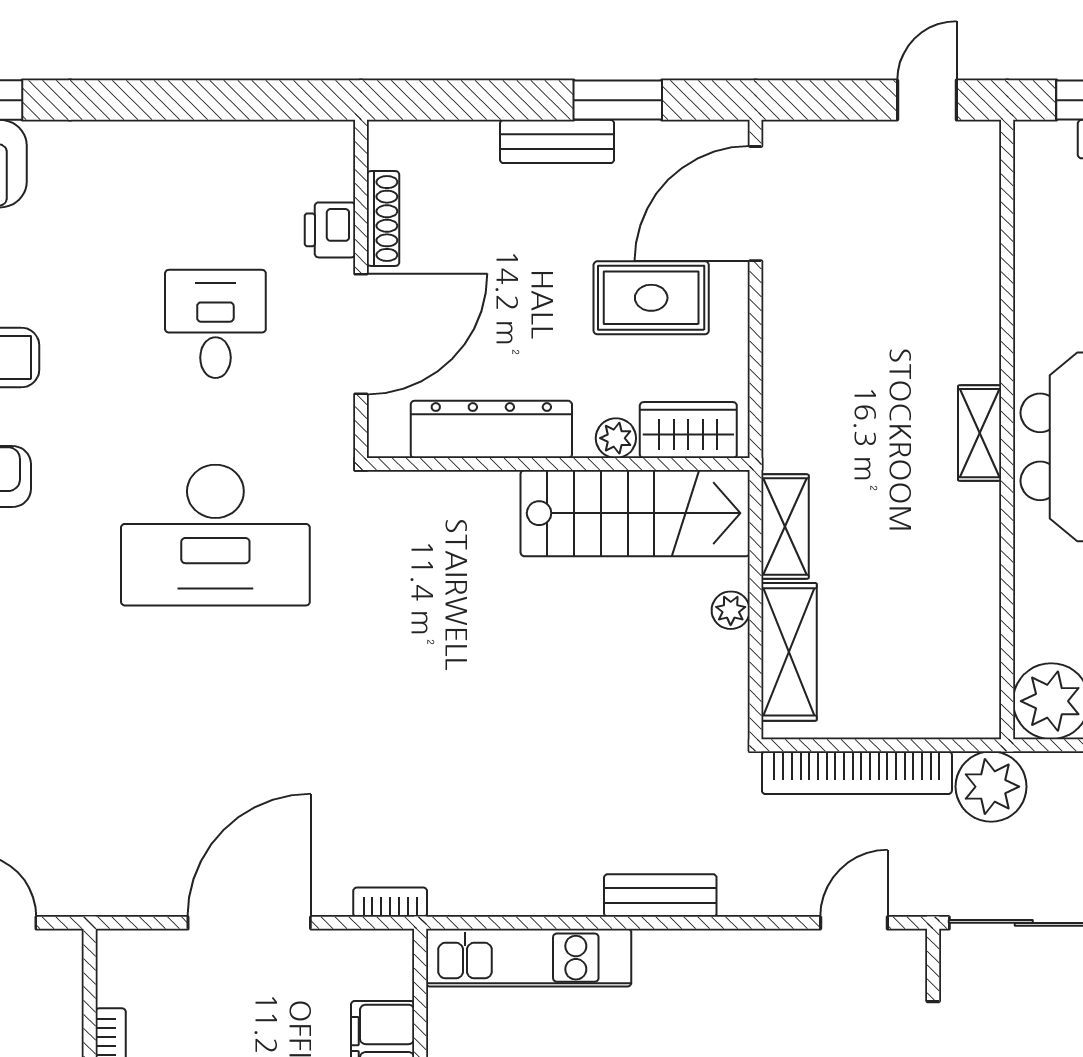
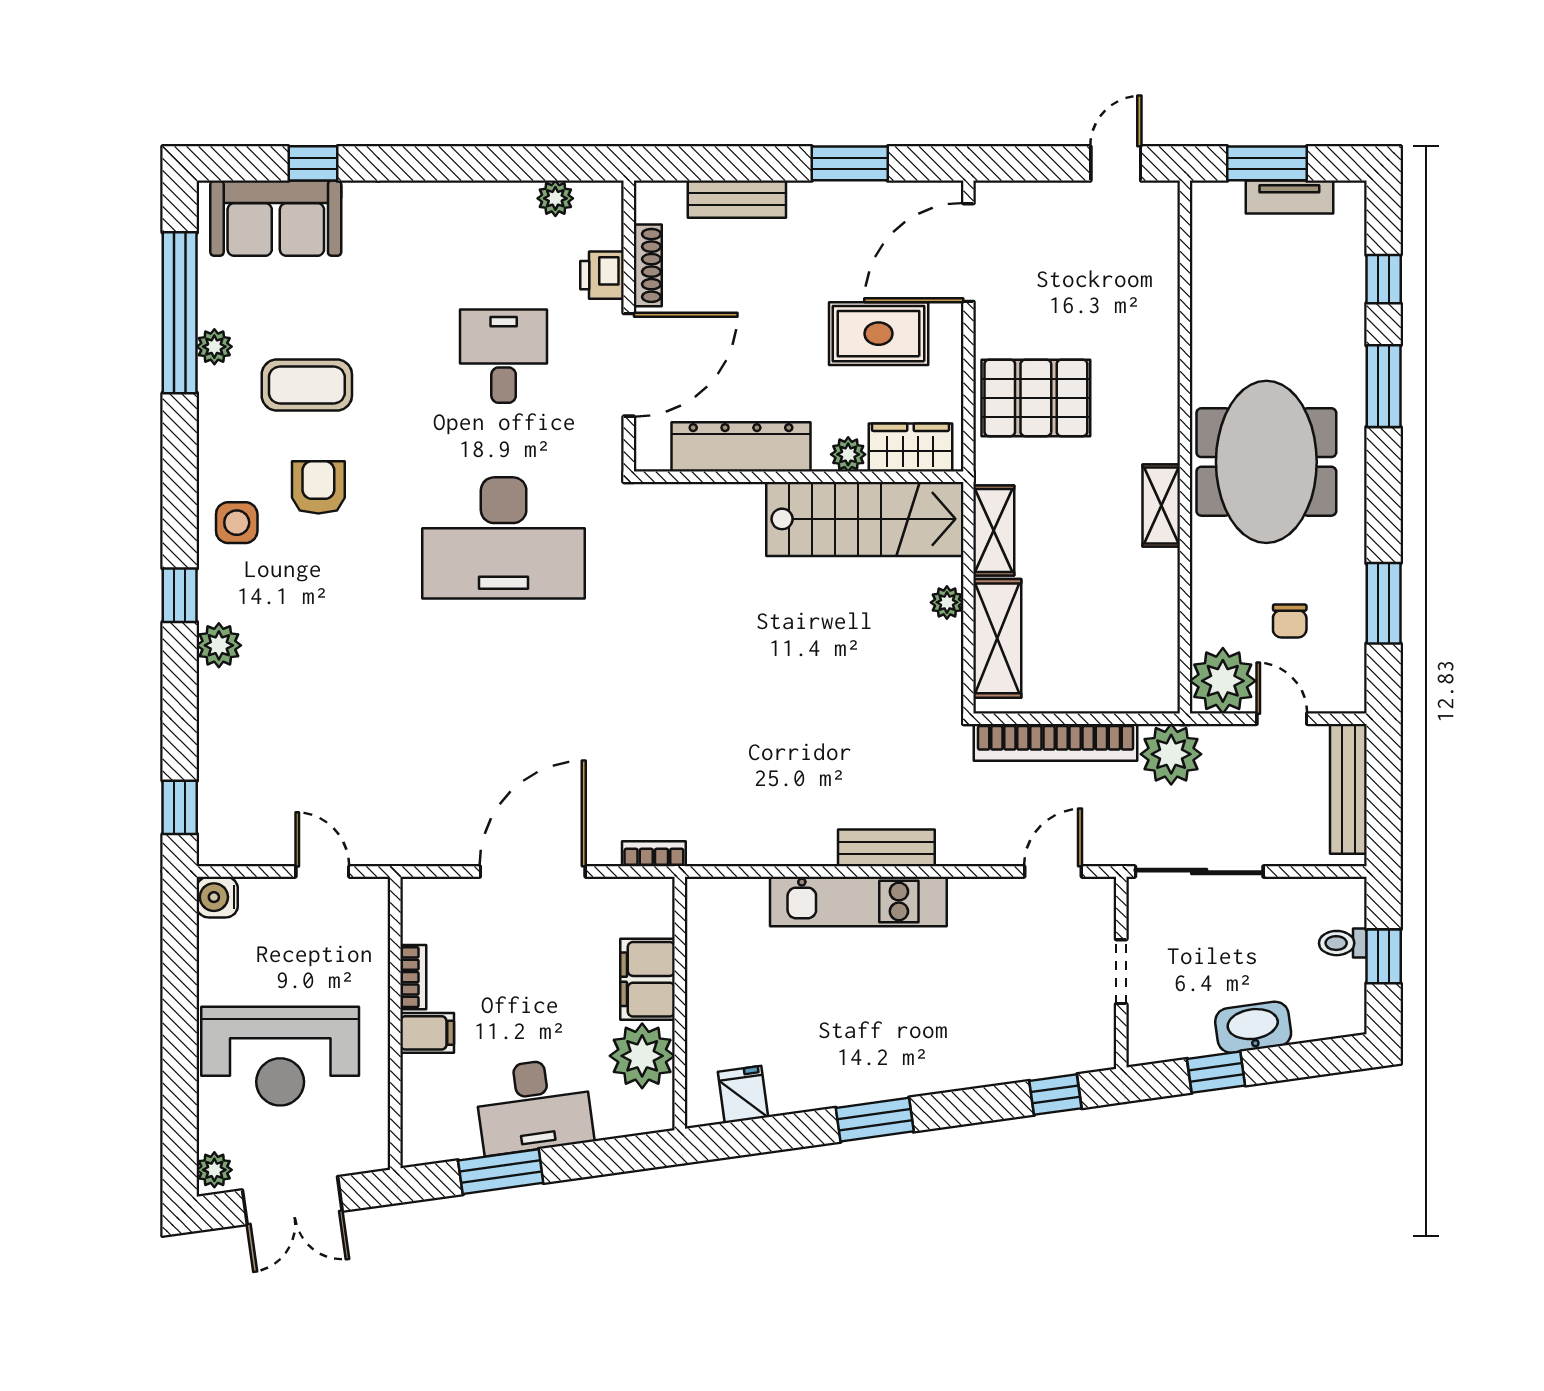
plant: (276, 141) -> (555, 198), added
bench: (557, 141) -> (737, 199), moved
pallet: (834, 373) -> (1036, 398), added
shelving: (980, 433) -> (1161, 506), moved
kitchen unit: (529, 958) -> (858, 901), moved

